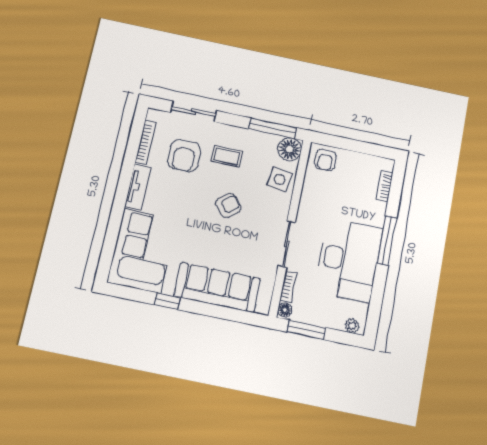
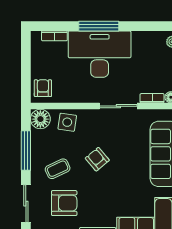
window: (273, 128) -> (26, 151), moved
coffee table: (227, 157) -> (58, 169), turned 65
armchair: (325, 160) -> (43, 88), turned -90
desk: (349, 260) -> (100, 54), moved

